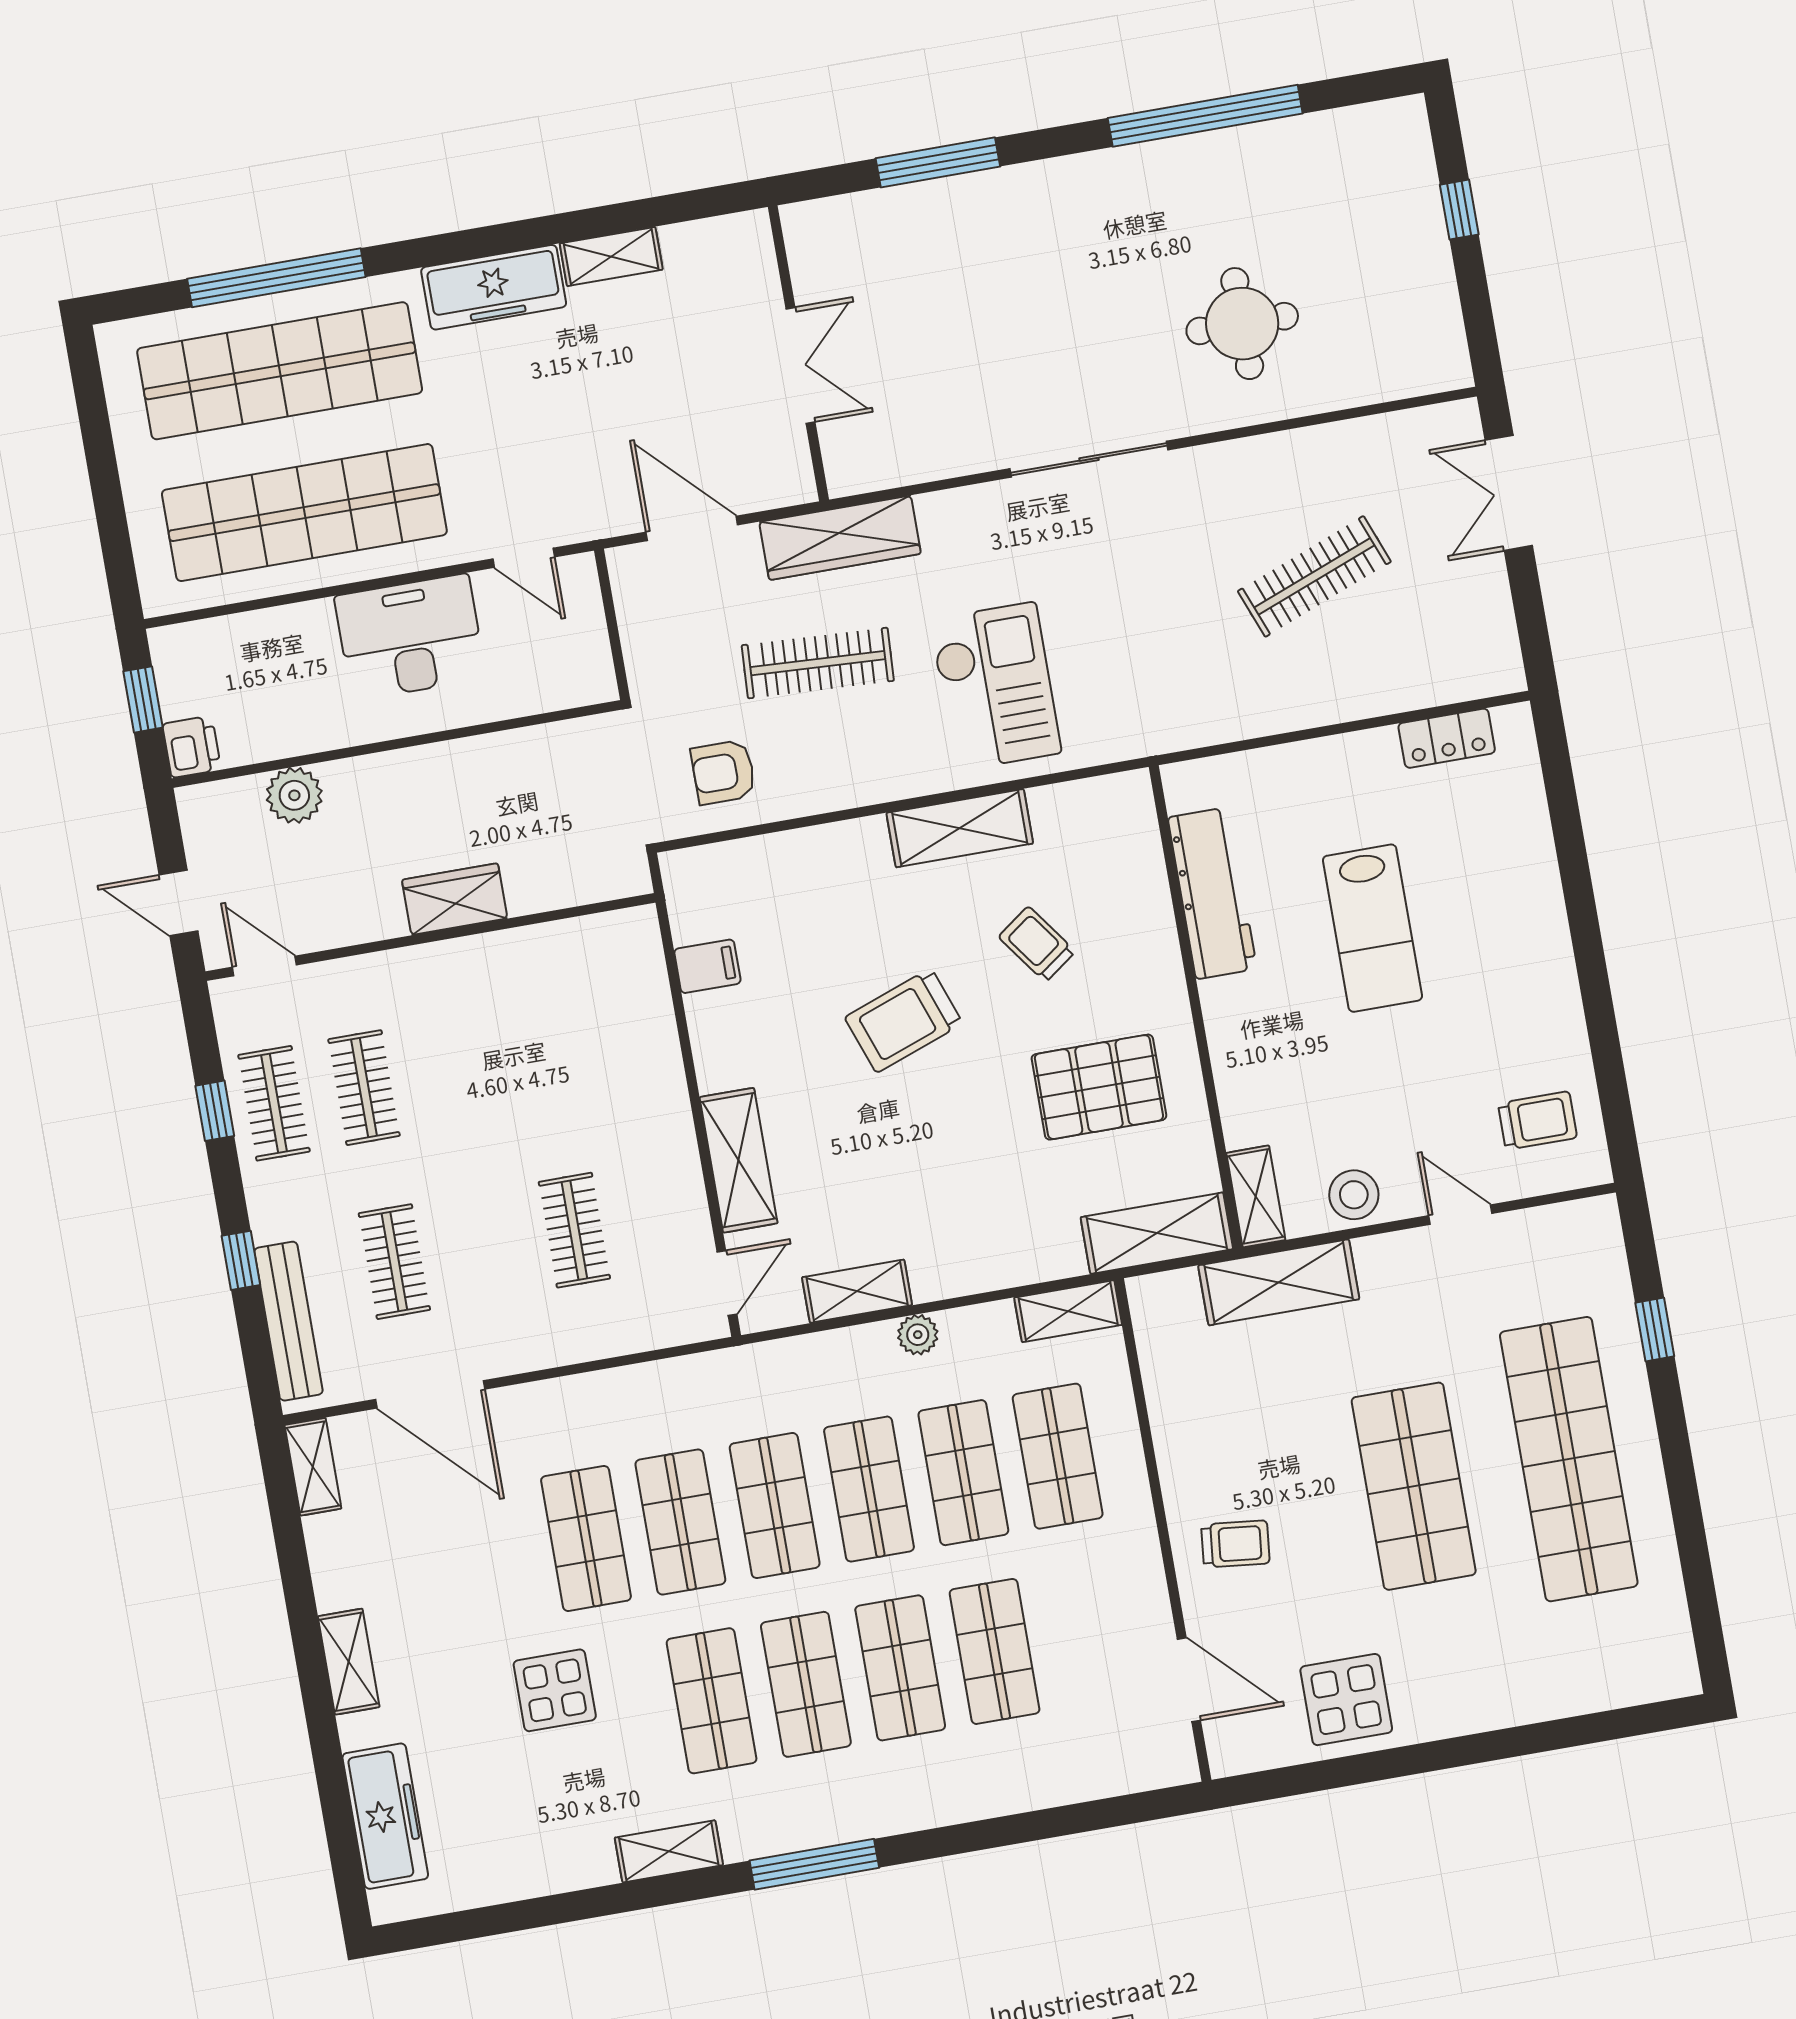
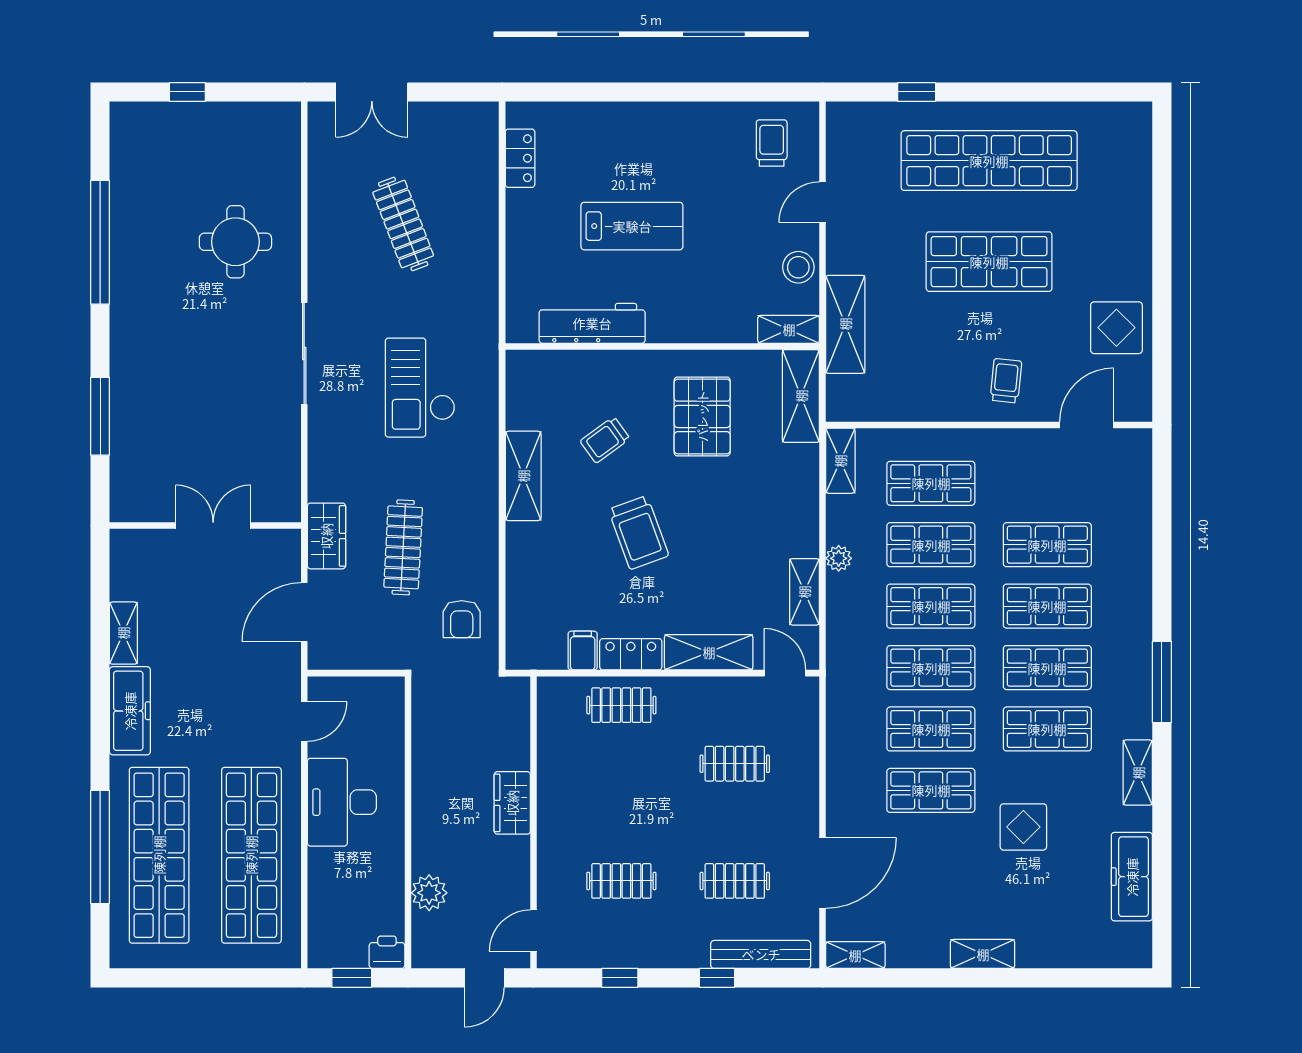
wardrobe: (840, 538) -> (326, 536), width x0.67
checkout: (995, 686) -> (420, 388), moved, turned -90
locker: (715, 1041) -> (631, 654), added
clothes rail: (274, 1103) -> (621, 705), moved
freezer: (385, 1816) -> (1132, 877), moved, turned -90

